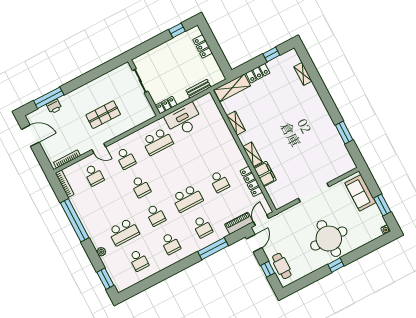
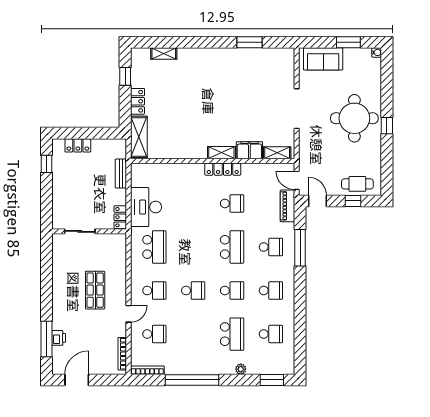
shelving: (236, 123) -> (277, 153), moved
locker: (251, 181) -> (223, 169), moved

